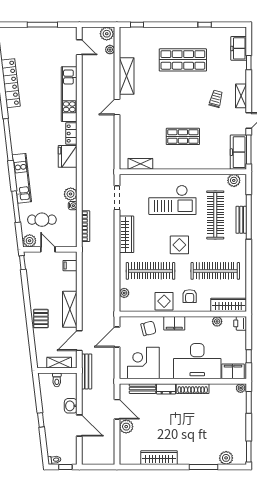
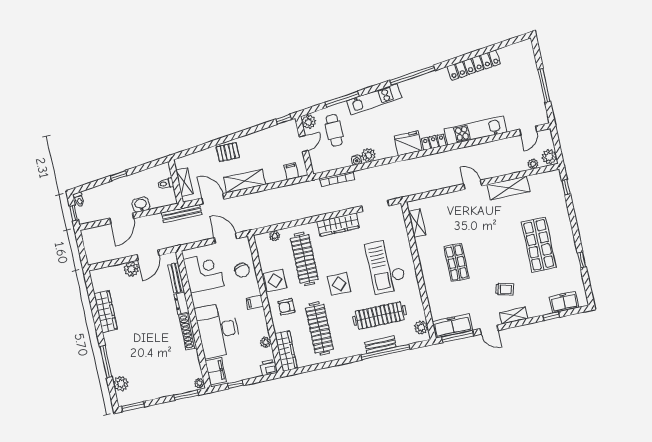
filing cabinet: (174, 323) -> (255, 302), width x0.50

